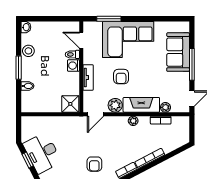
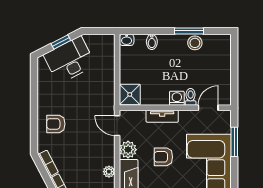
washbasin: (26, 27) -> (127, 40), moved
window: (19, 68) -> (189, 31), moved

